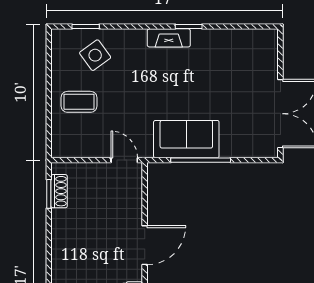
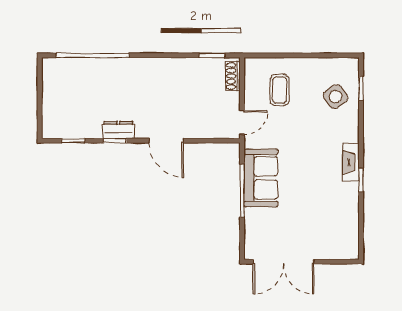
coffee table: (79, 102) -> (280, 90), moved
shoe rack: (59, 191) -> (233, 76), moved, turned 90

